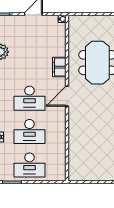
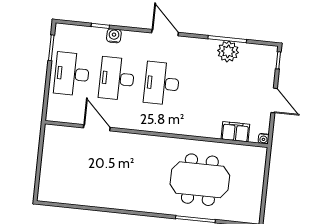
filing cabinet: (59, 67) -> (235, 132), moved
door: (67, 96) -> (97, 128), moved

